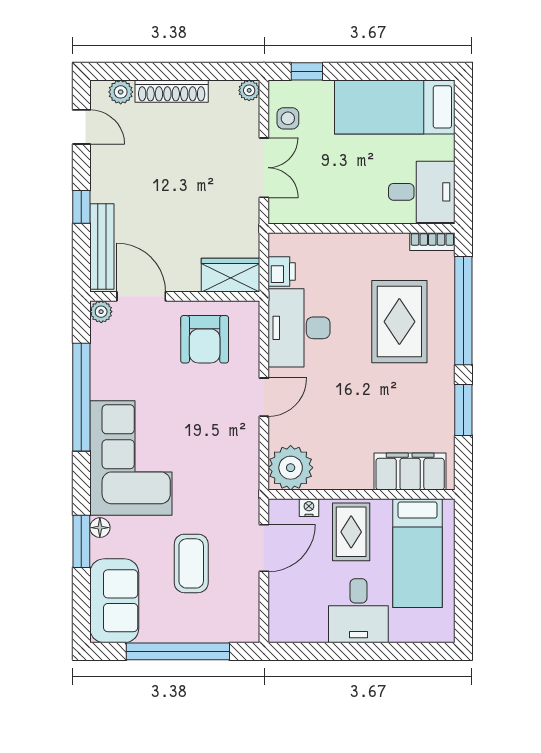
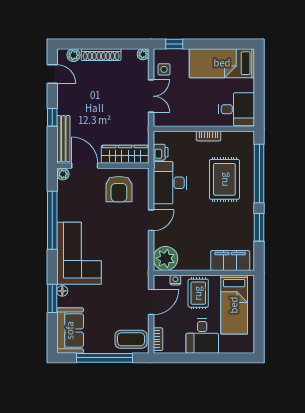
bookcase: (432, 242) -> (209, 136), moved
wardrobe: (230, 275) -> (125, 154), width x1.50
coffee table: (191, 563) -> (131, 339), moved, turned 90
bookcase: (277, 617) -> (158, 339), added

